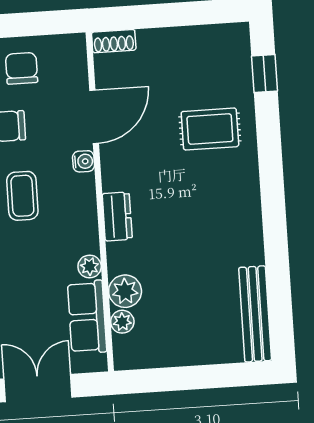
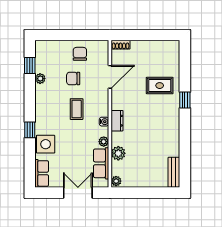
window: (264, 73) -> (185, 100), moved
water cooler: (84, 161) -> (104, 122), moved
bench: (255, 314) -> (174, 172), width x0.73
plant: (122, 322) -> (116, 181), moved

